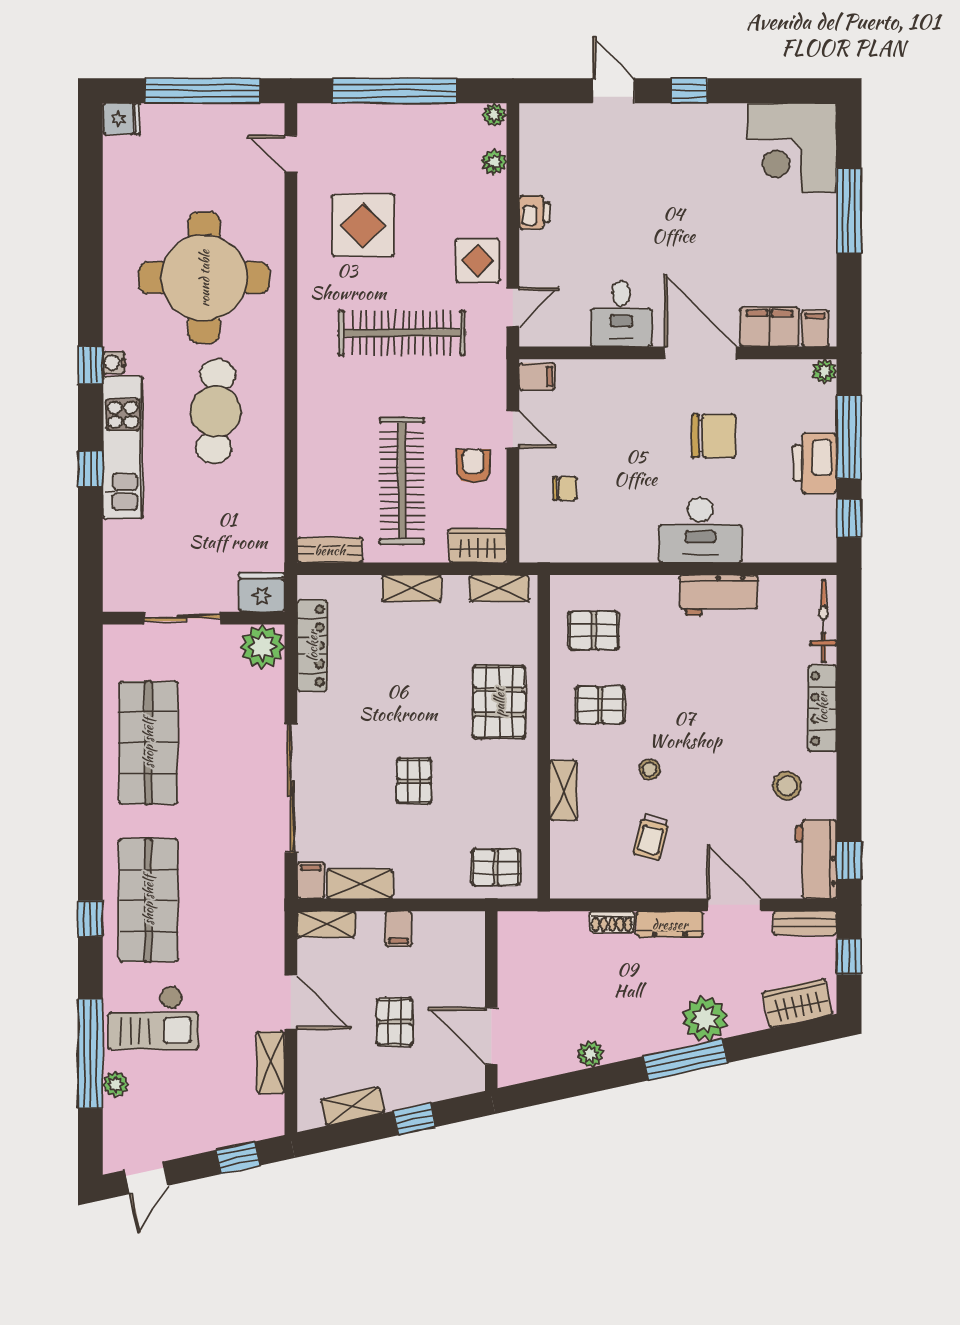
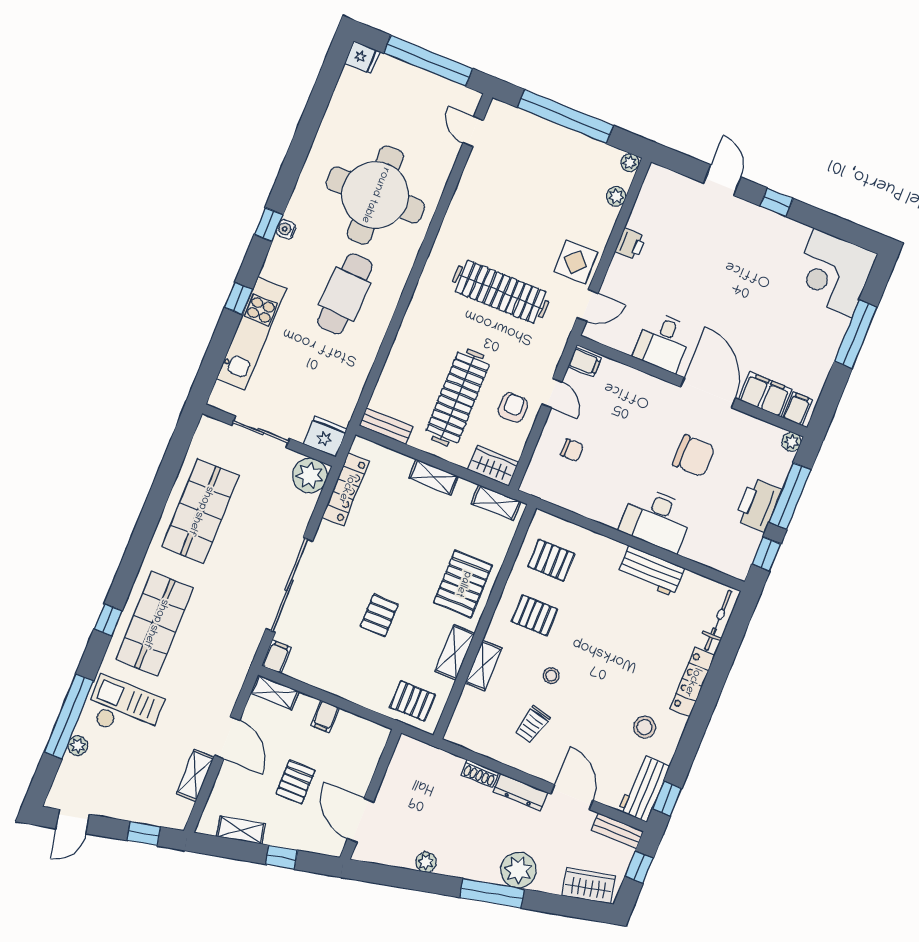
display table: (363, 225) -> (504, 204), removed
kitchen unit: (123, 447) -> (251, 333), moved
shelving: (360, 884) -> (455, 652), moved, turned 90
checkout: (153, 1018) -> (124, 709), turned 180

